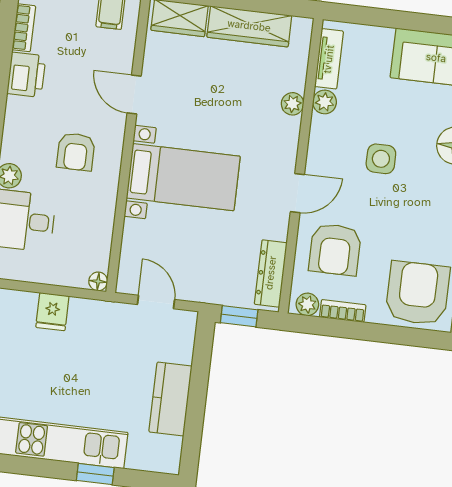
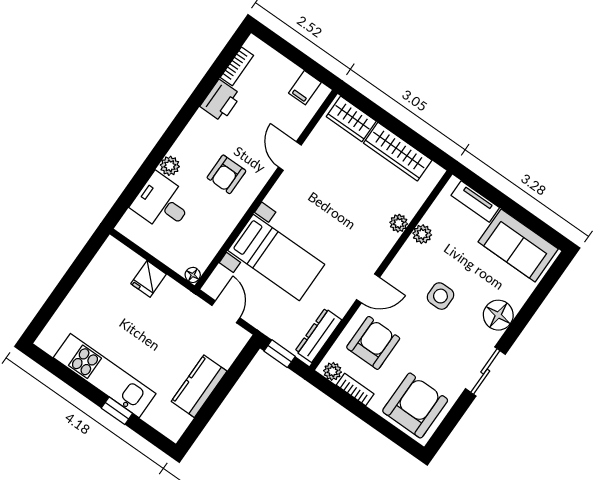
tv unit: (329, 59) -> (475, 202), moved, turned 90
bed with nightstands: (183, 177) -> (276, 257), moved
armchair: (335, 249) -> (373, 343), turned 180

